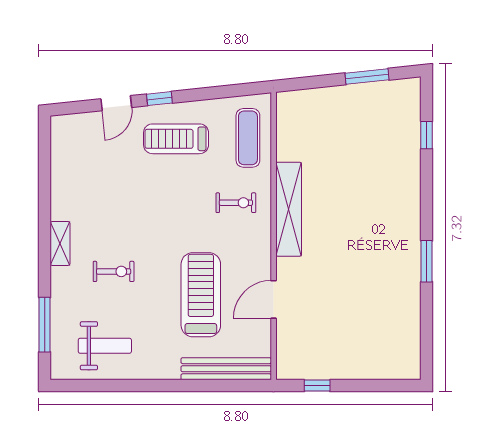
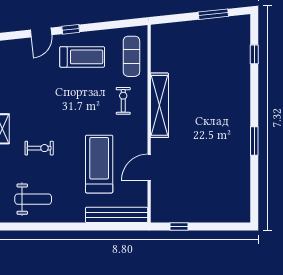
treadmill: (176, 139) -> (82, 57), turned 180
exercise bike: (236, 203) -> (123, 101), turned -90

